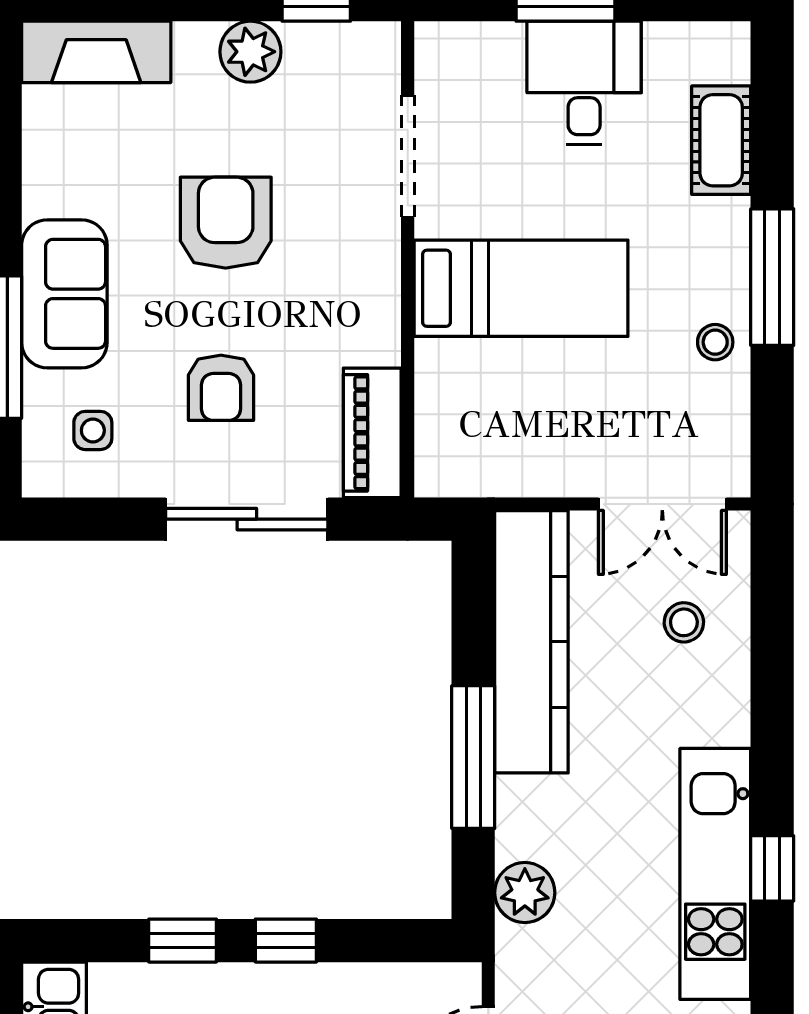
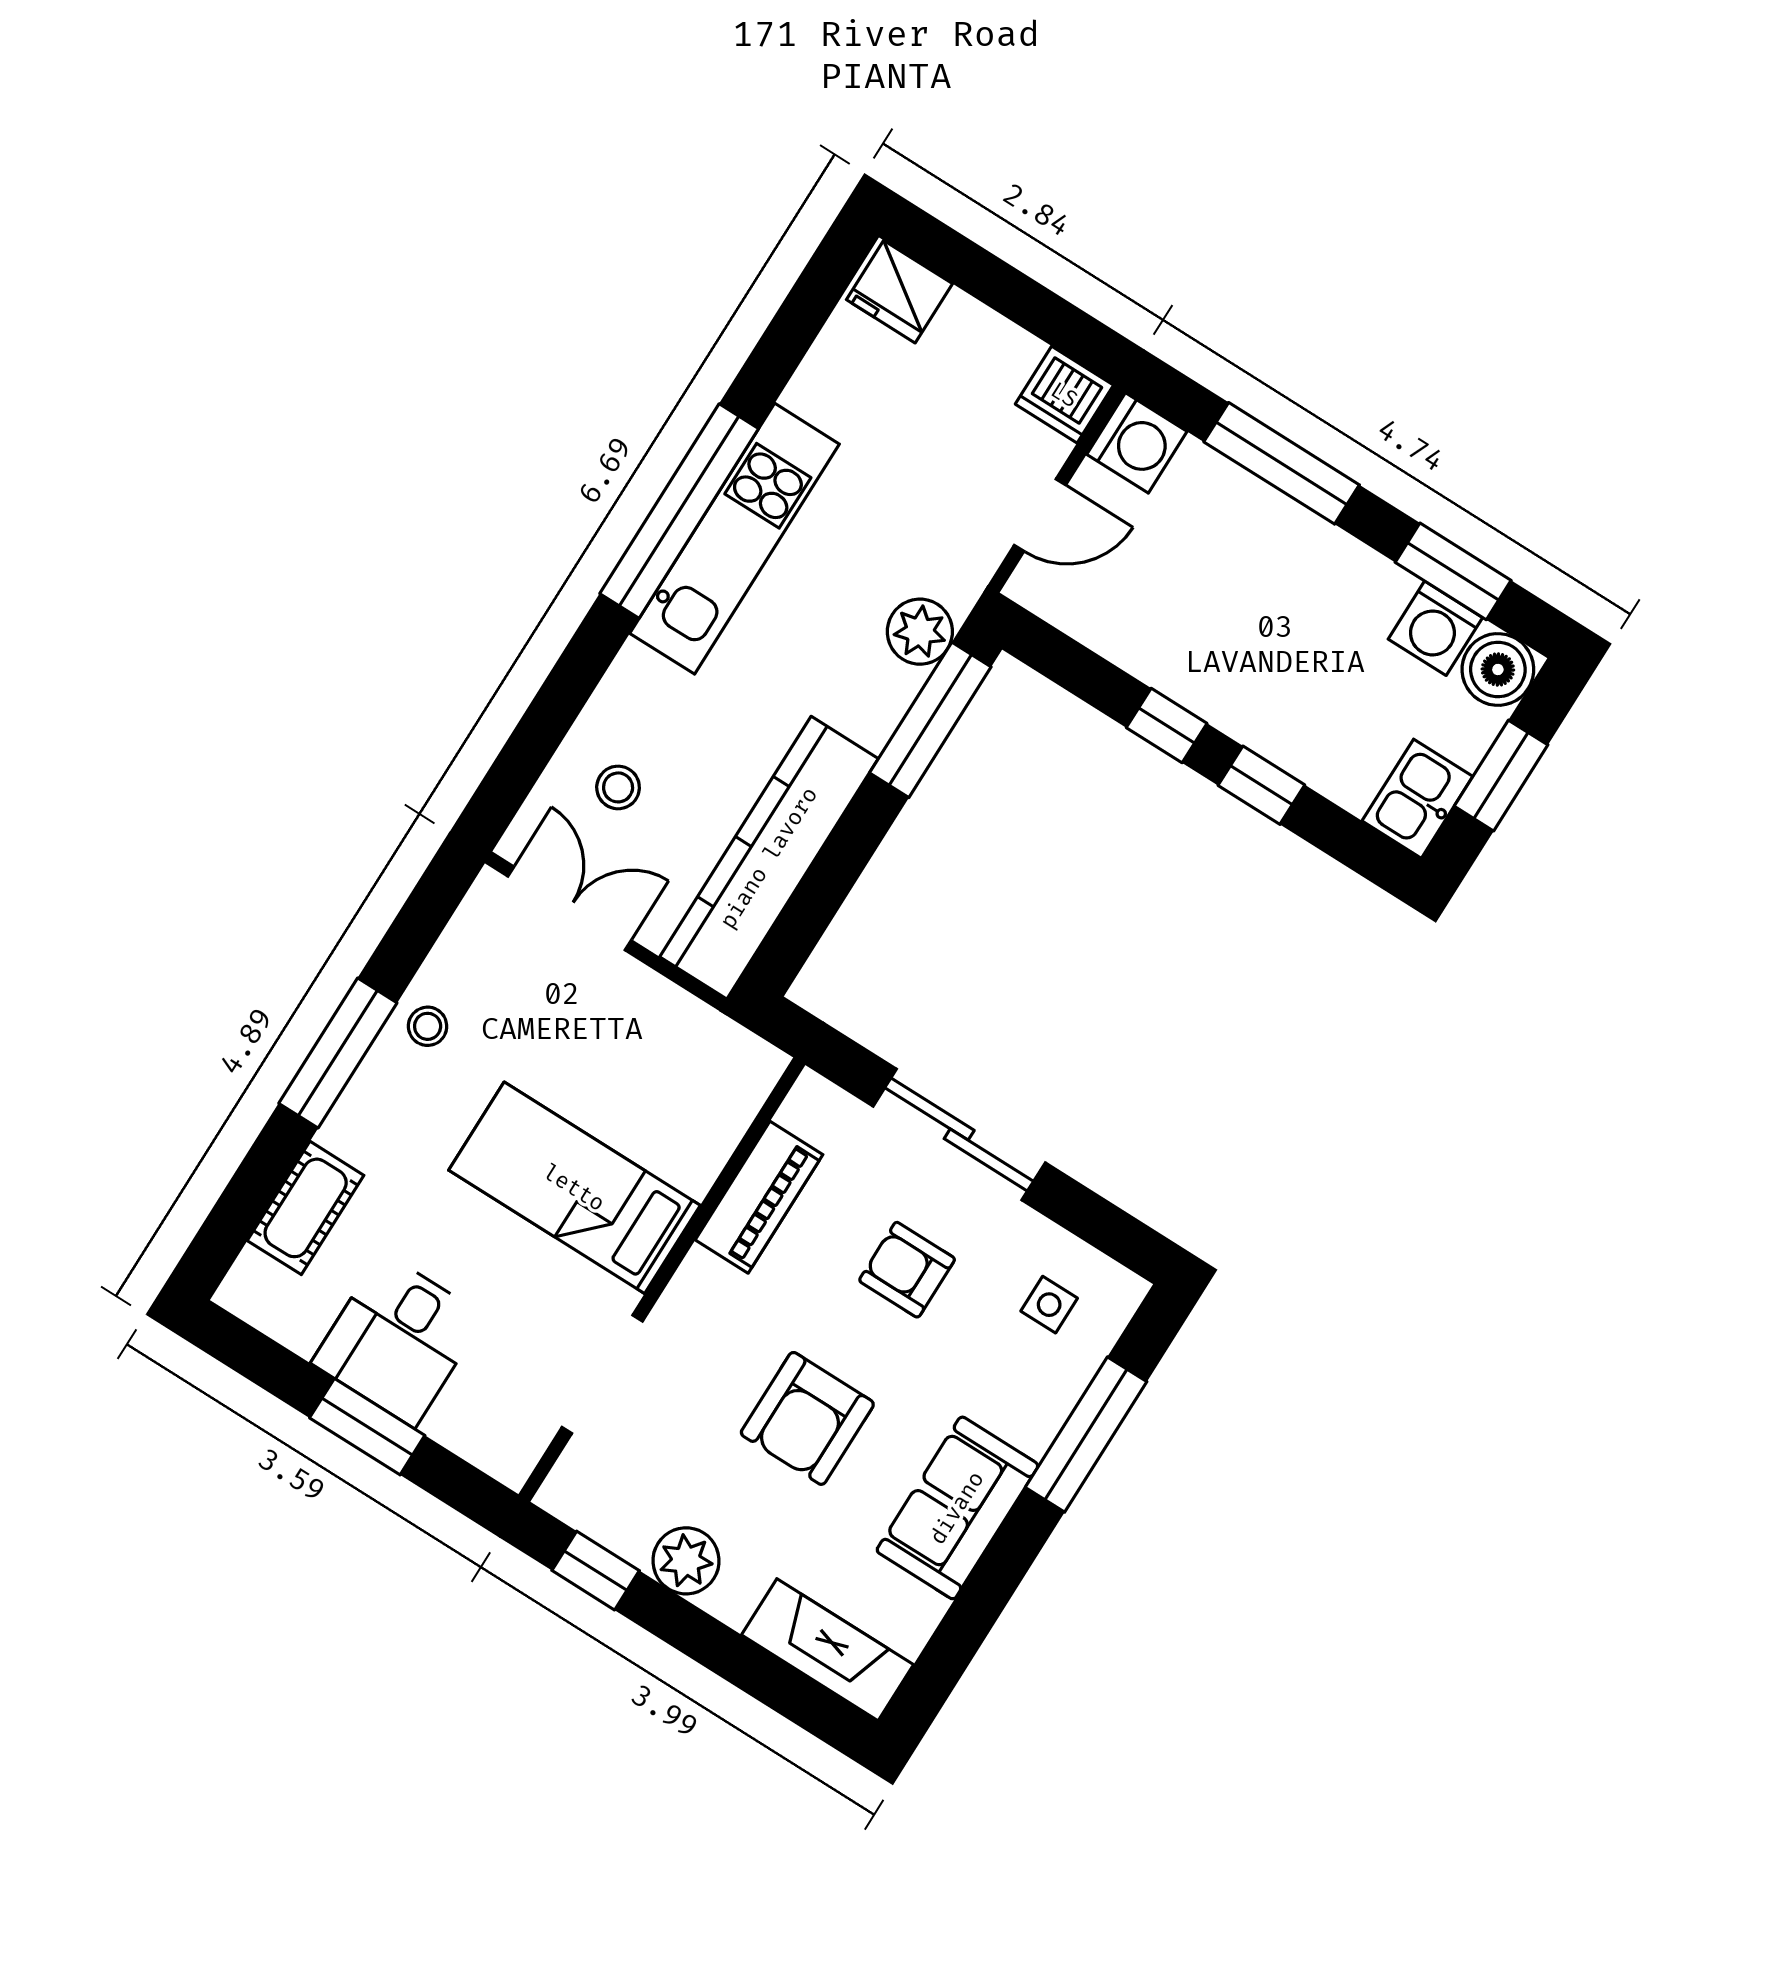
sofa: (64, 294) -> (957, 1508), moved
armchair: (221, 388) -> (907, 1270), turned -90
piano: (372, 433) -> (759, 1197), moved
window: (473, 757) -> (930, 720), moved
window: (772, 868) -> (679, 511), width x3.17

